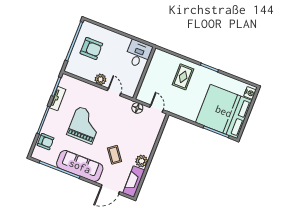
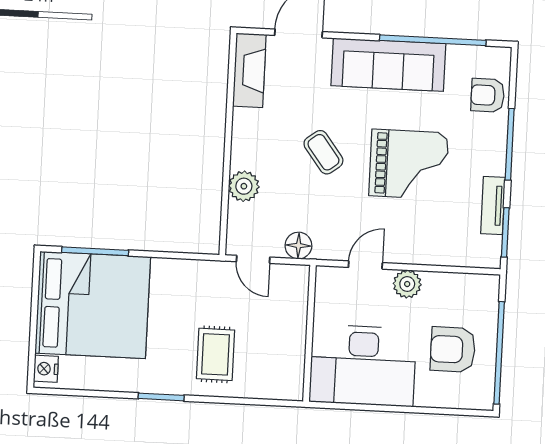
desk: (138, 54) -> (363, 365), width x1.87, depth x1.30
door: (114, 92) -> (365, 265), swing flipped
grand piano: (85, 125) -> (409, 164), turned -90
coffee table: (115, 155) -> (323, 152), moved
plant: (142, 161) -> (244, 186), moved

